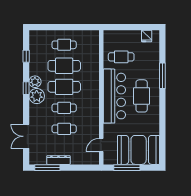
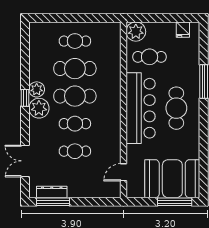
plant: (111, 38) -> (136, 32), added
window: (26, 56) -> (25, 56), removed
dresser: (58, 160) -> (52, 192), moved
window: (127, 168) -> (175, 202), moved

